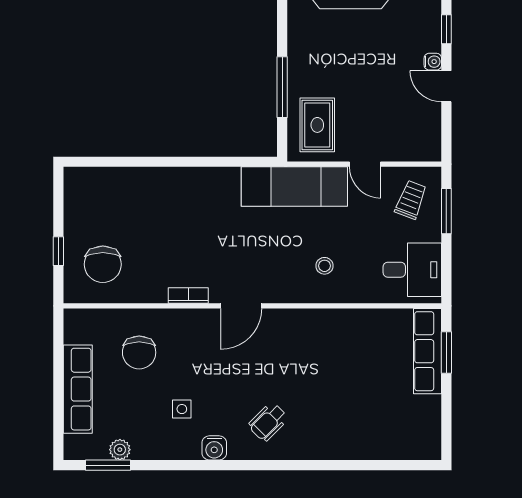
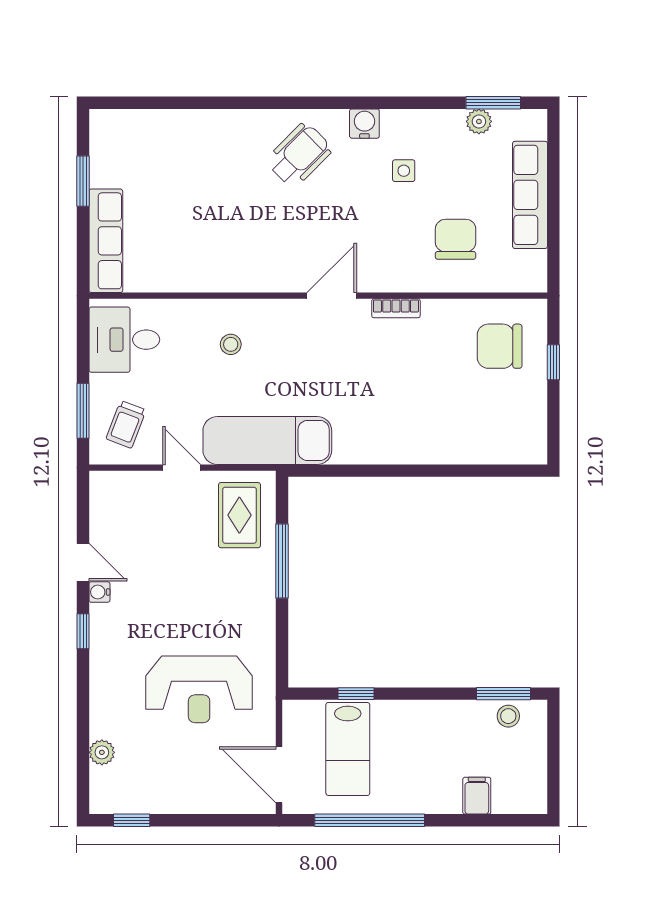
chair: (103, 264) -> (500, 346), turned -90
window: (446, 353) -> (83, 181), moved
wheelchair: (268, 422) -> (299, 155), width x1.36, depth x1.37

